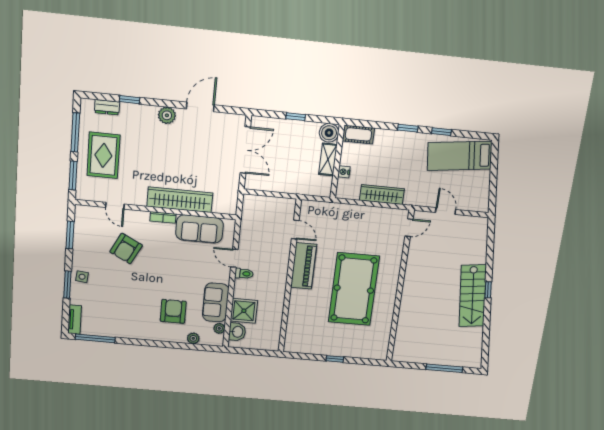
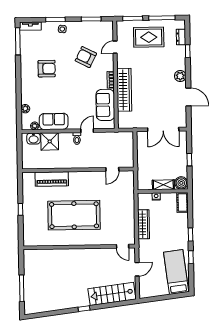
piano: (304, 266) -> (52, 179), moved
stairs: (473, 296) -> (112, 294), moved
armchair: (173, 311) -> (47, 69), moved

